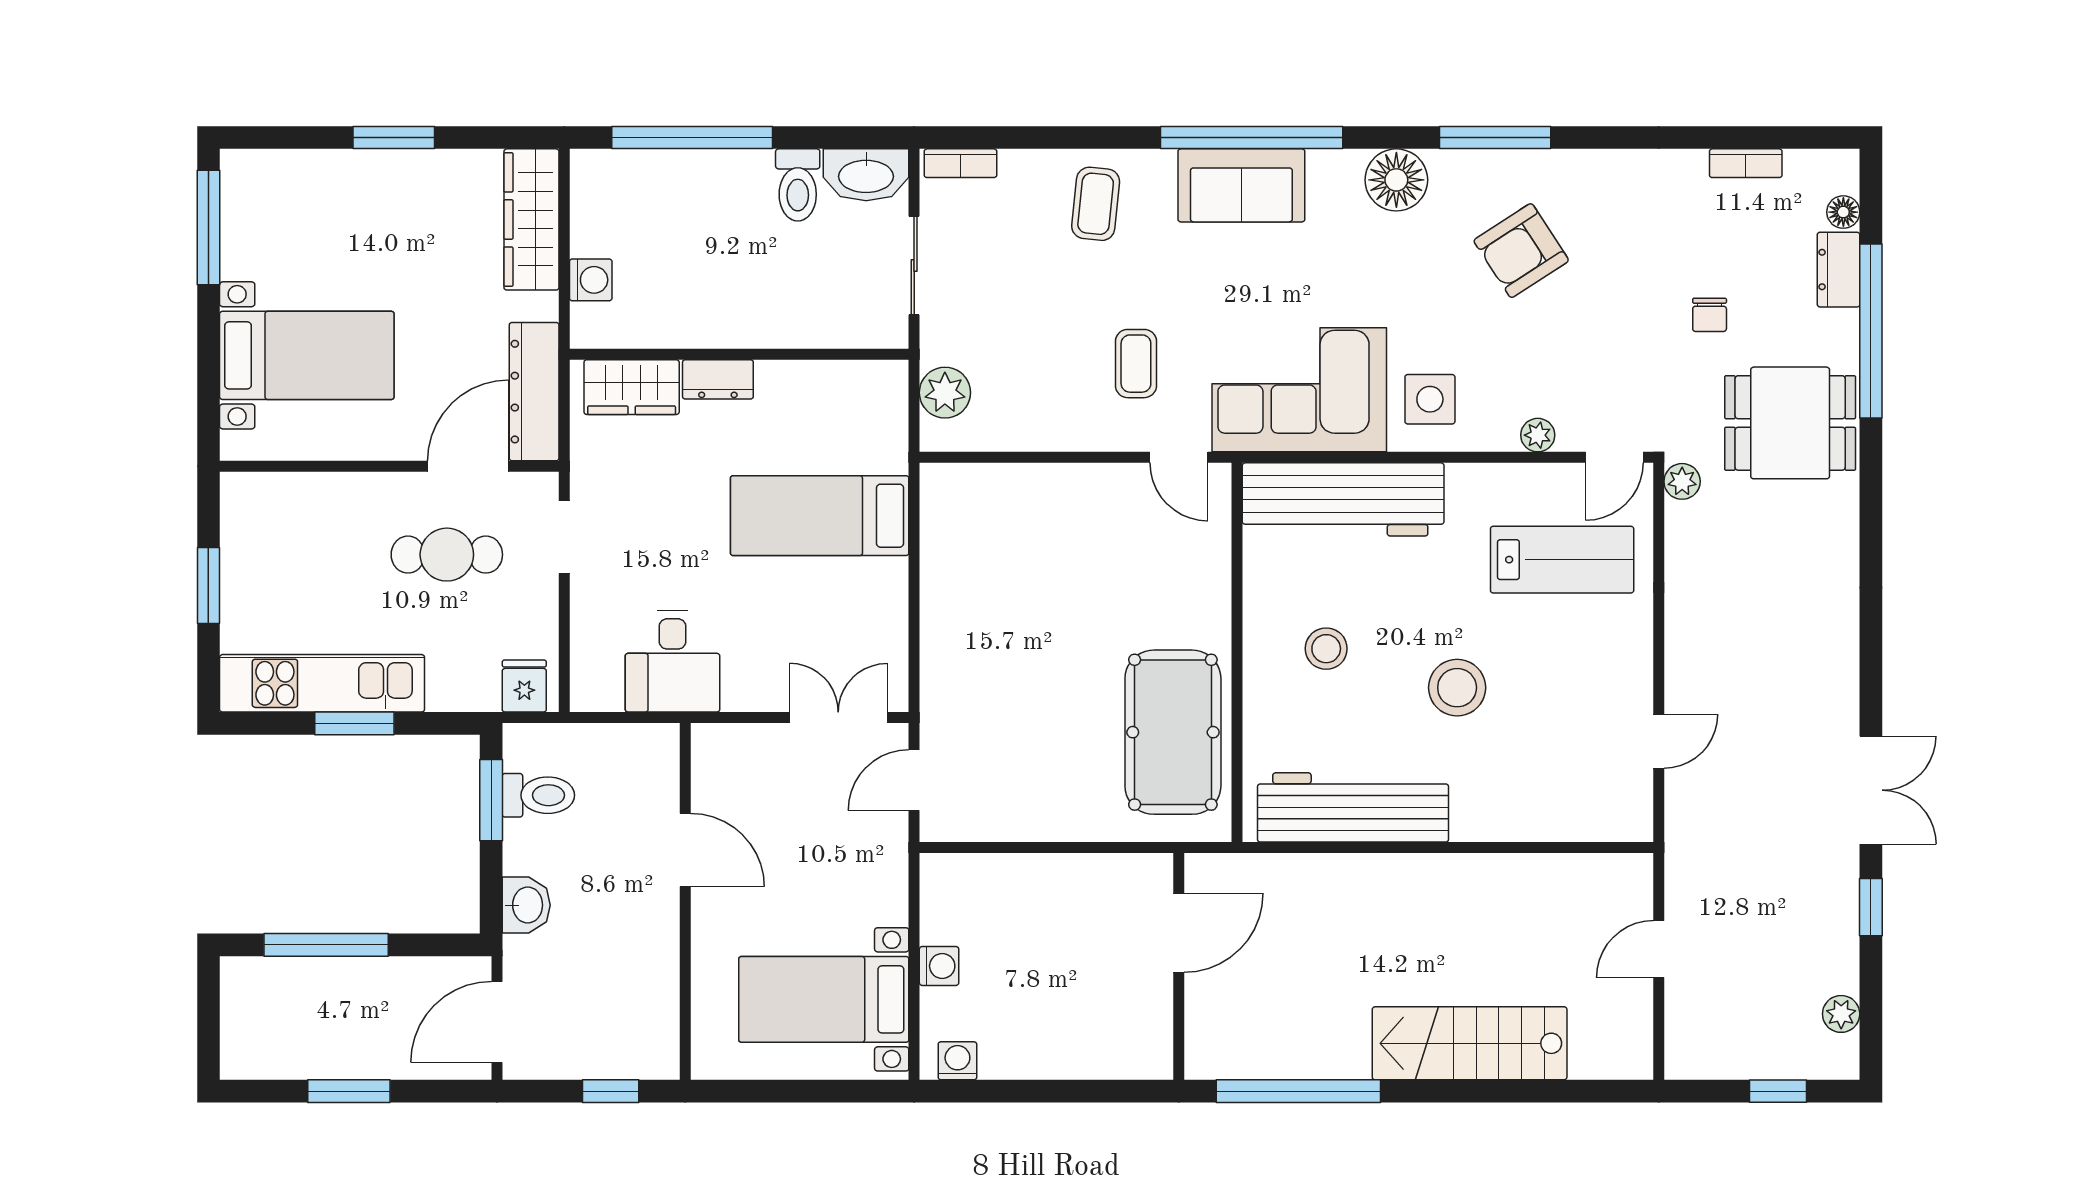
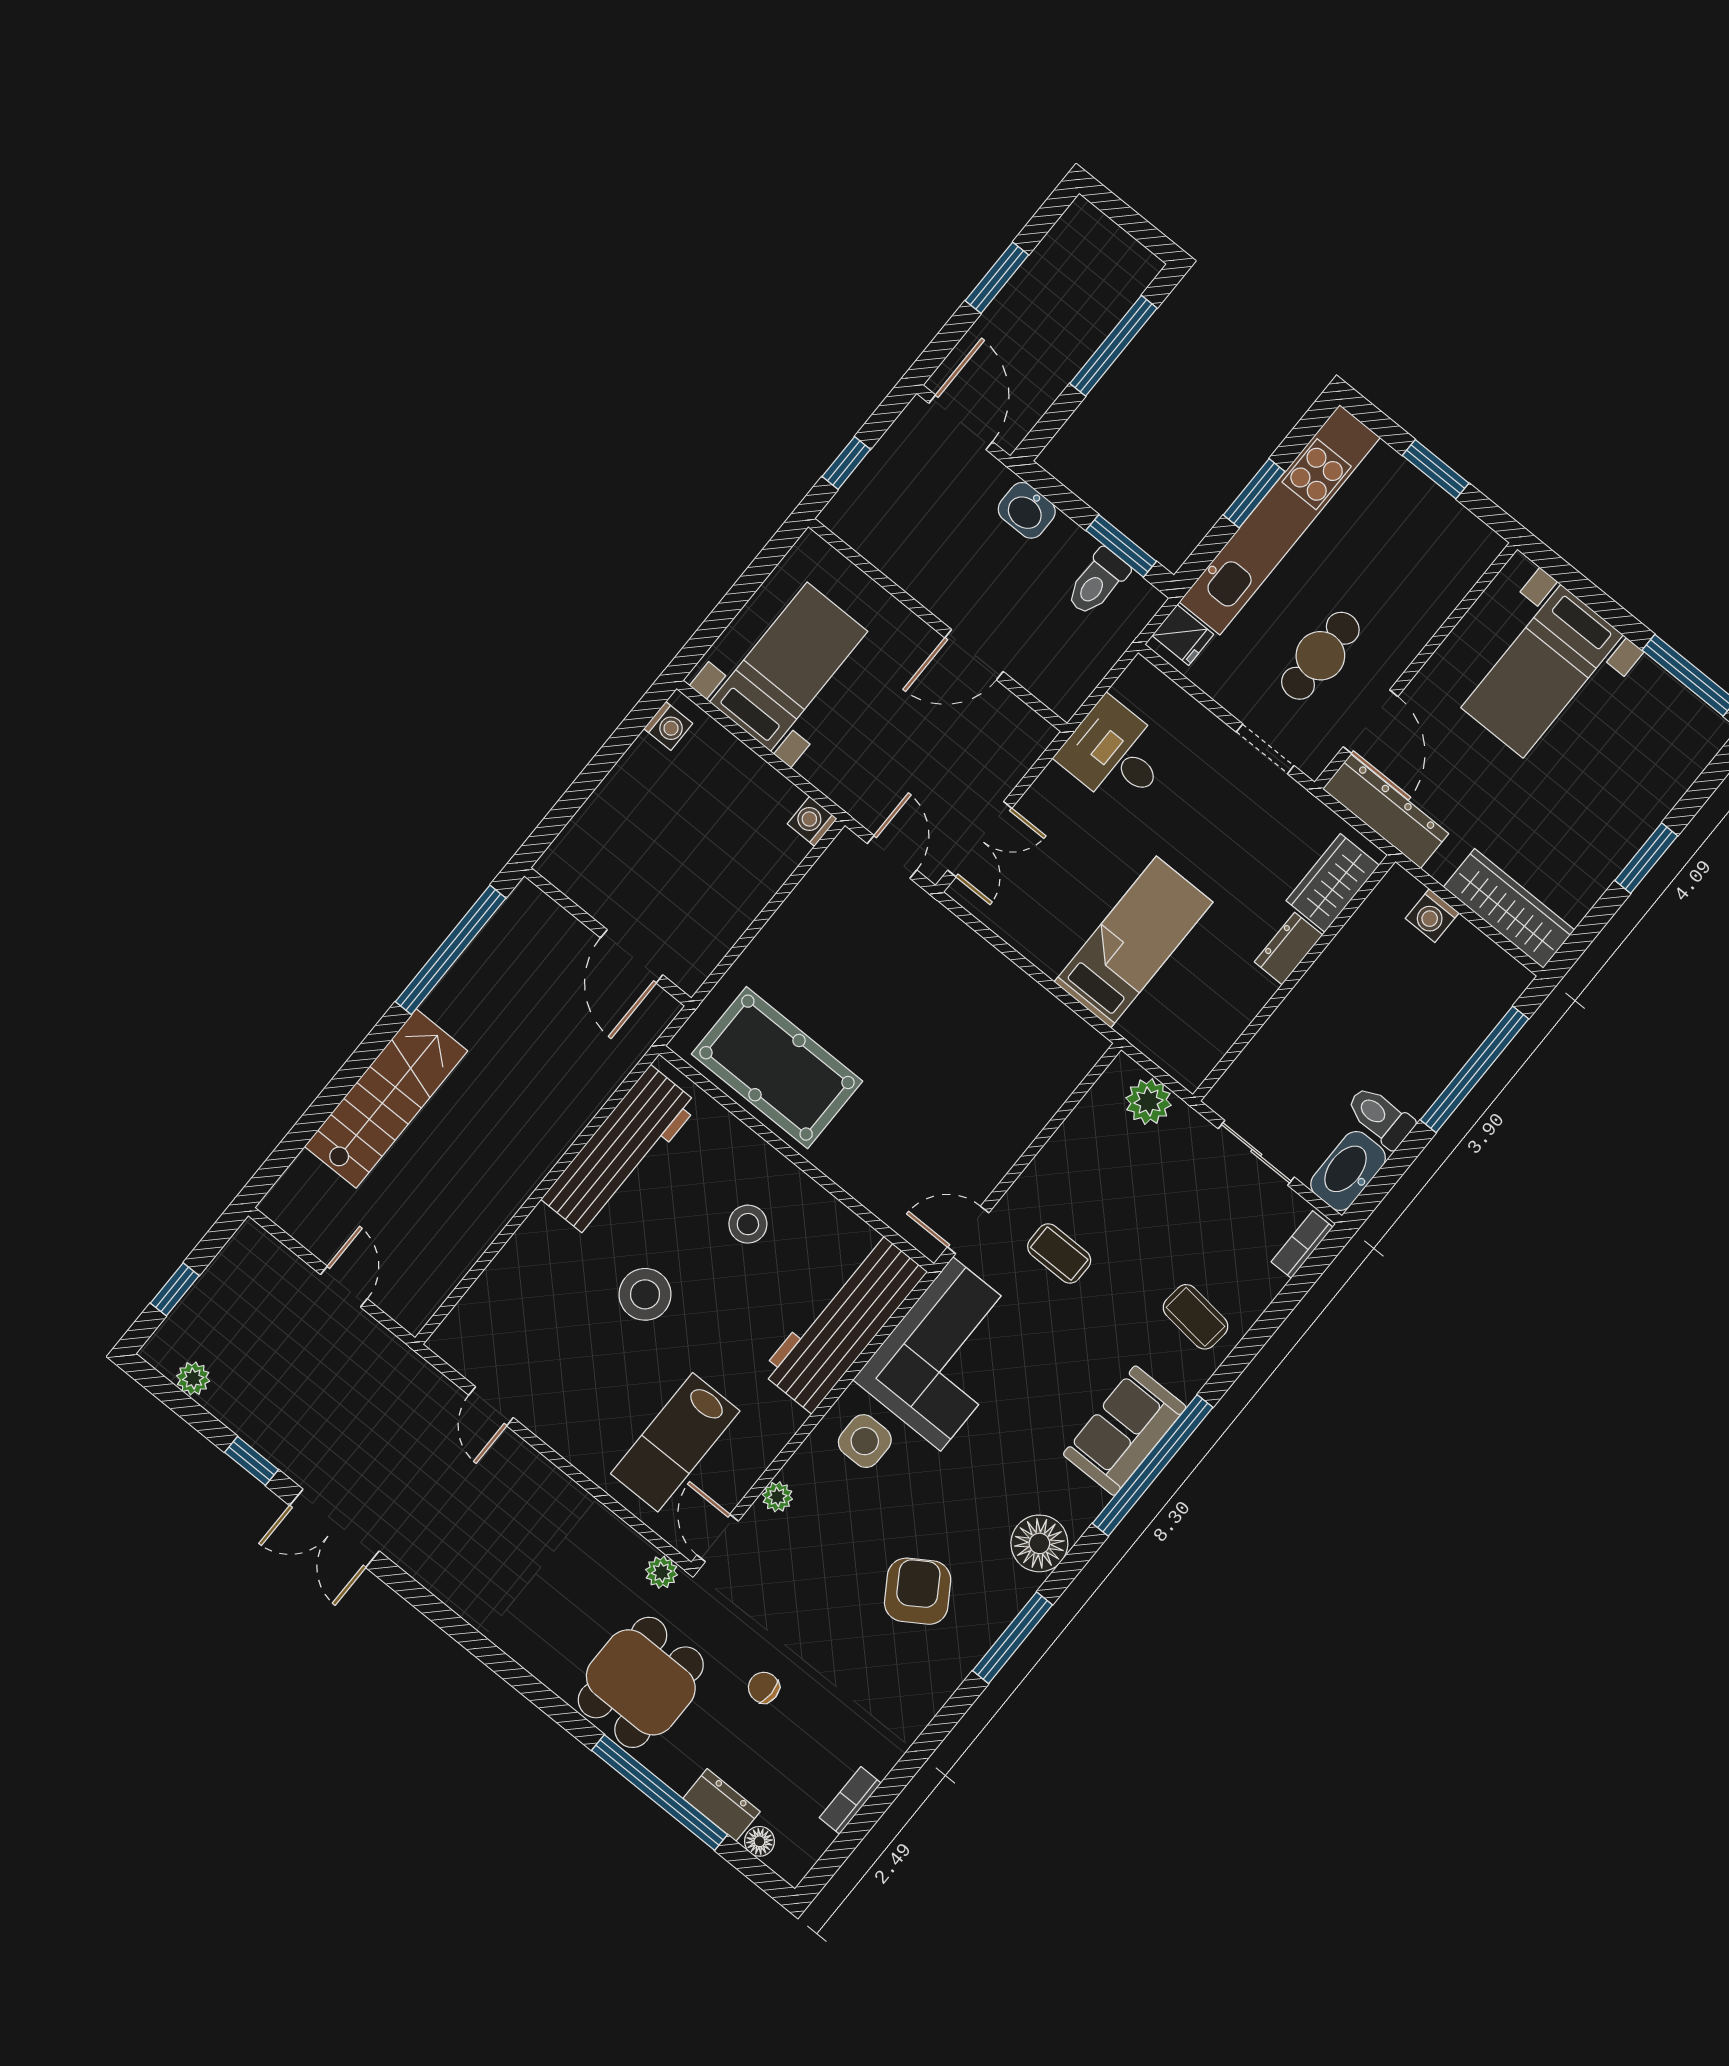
kitchen unit: (322, 683) -> (1280, 520), width x1.36
washing machine: (939, 966) -> (812, 821), moved, turned 90

